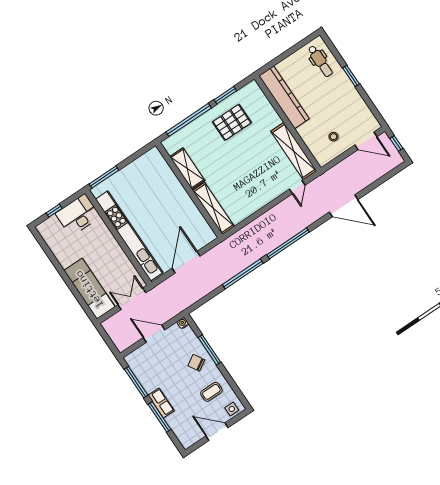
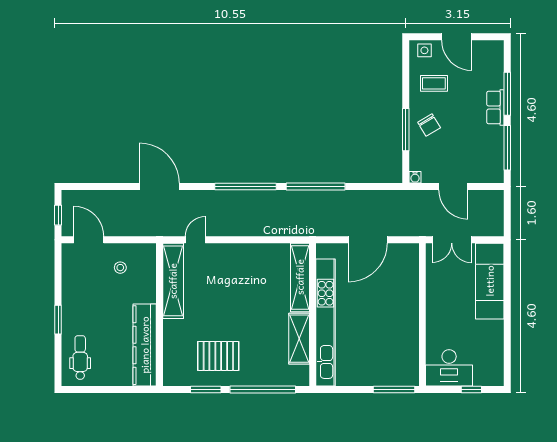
kitchen unit: (129, 236) -> (326, 323), moved, turned 180

